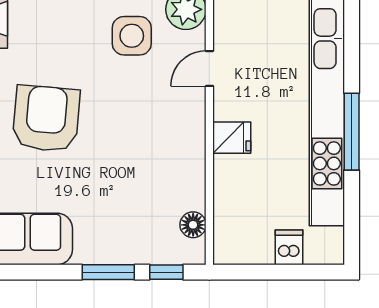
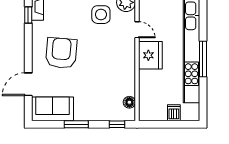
door: (209, 69) -> (137, 30), swing flipped
fridge: (232, 138) -> (150, 55), width x1.88, depth x1.34
window: (108, 272) -> (76, 124), moved

